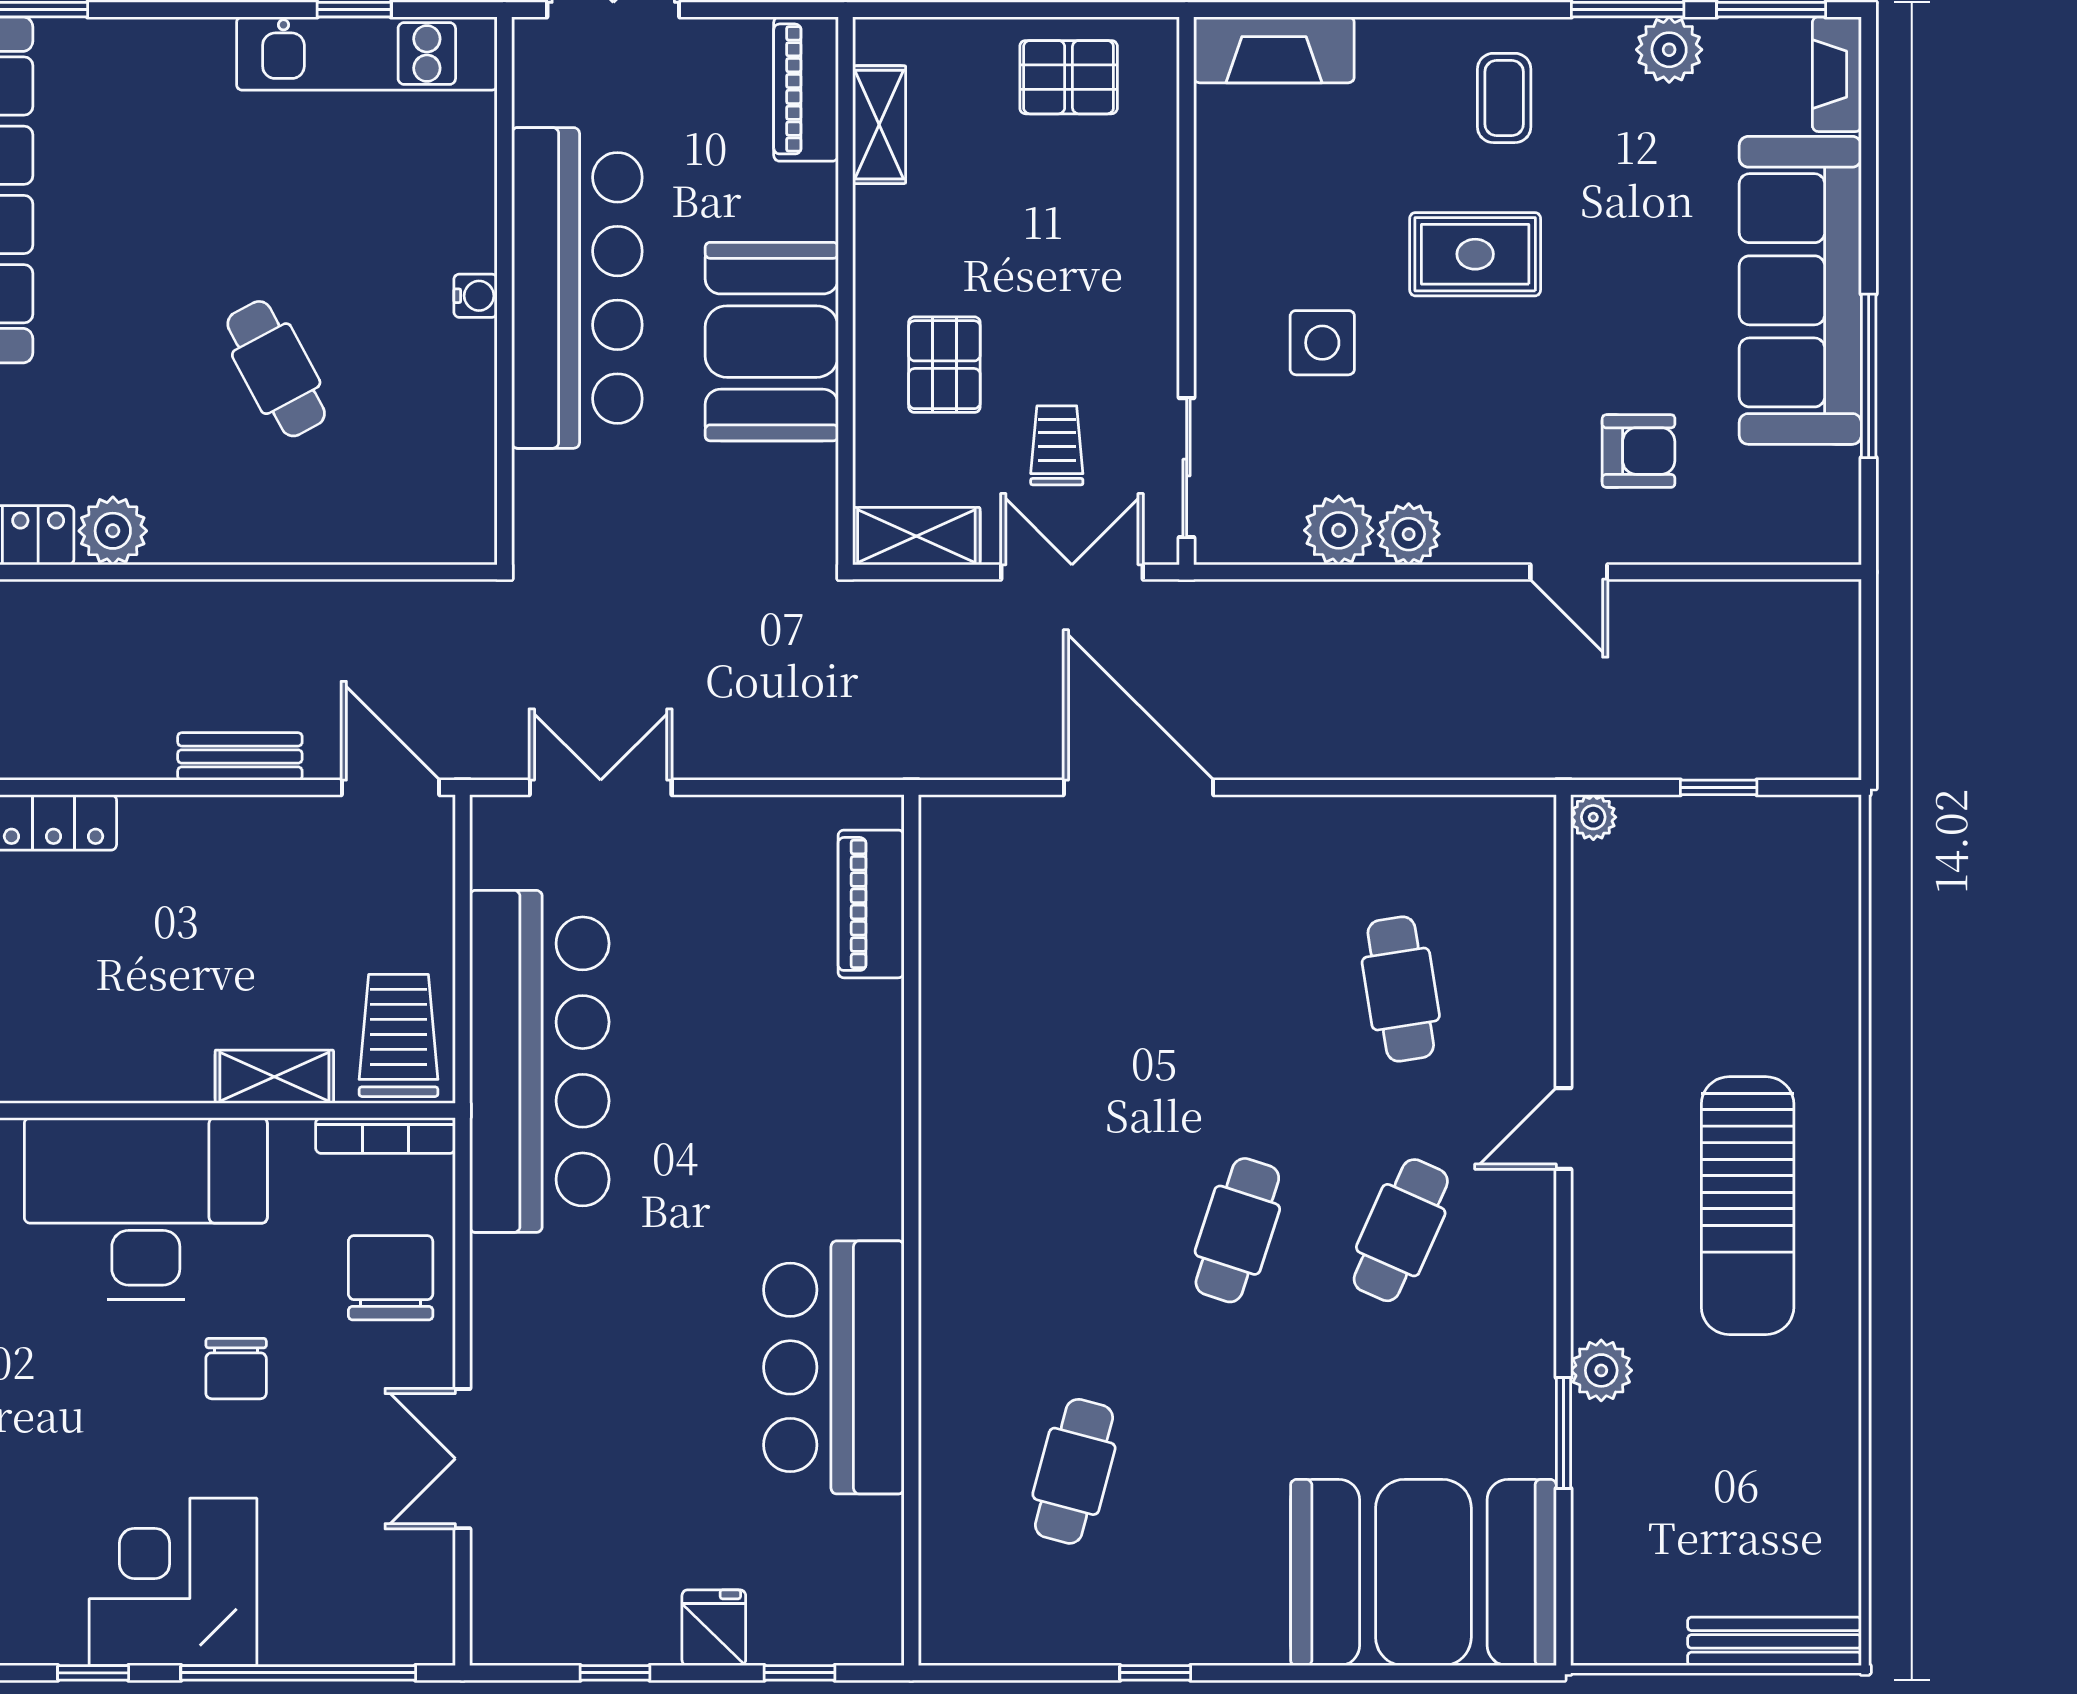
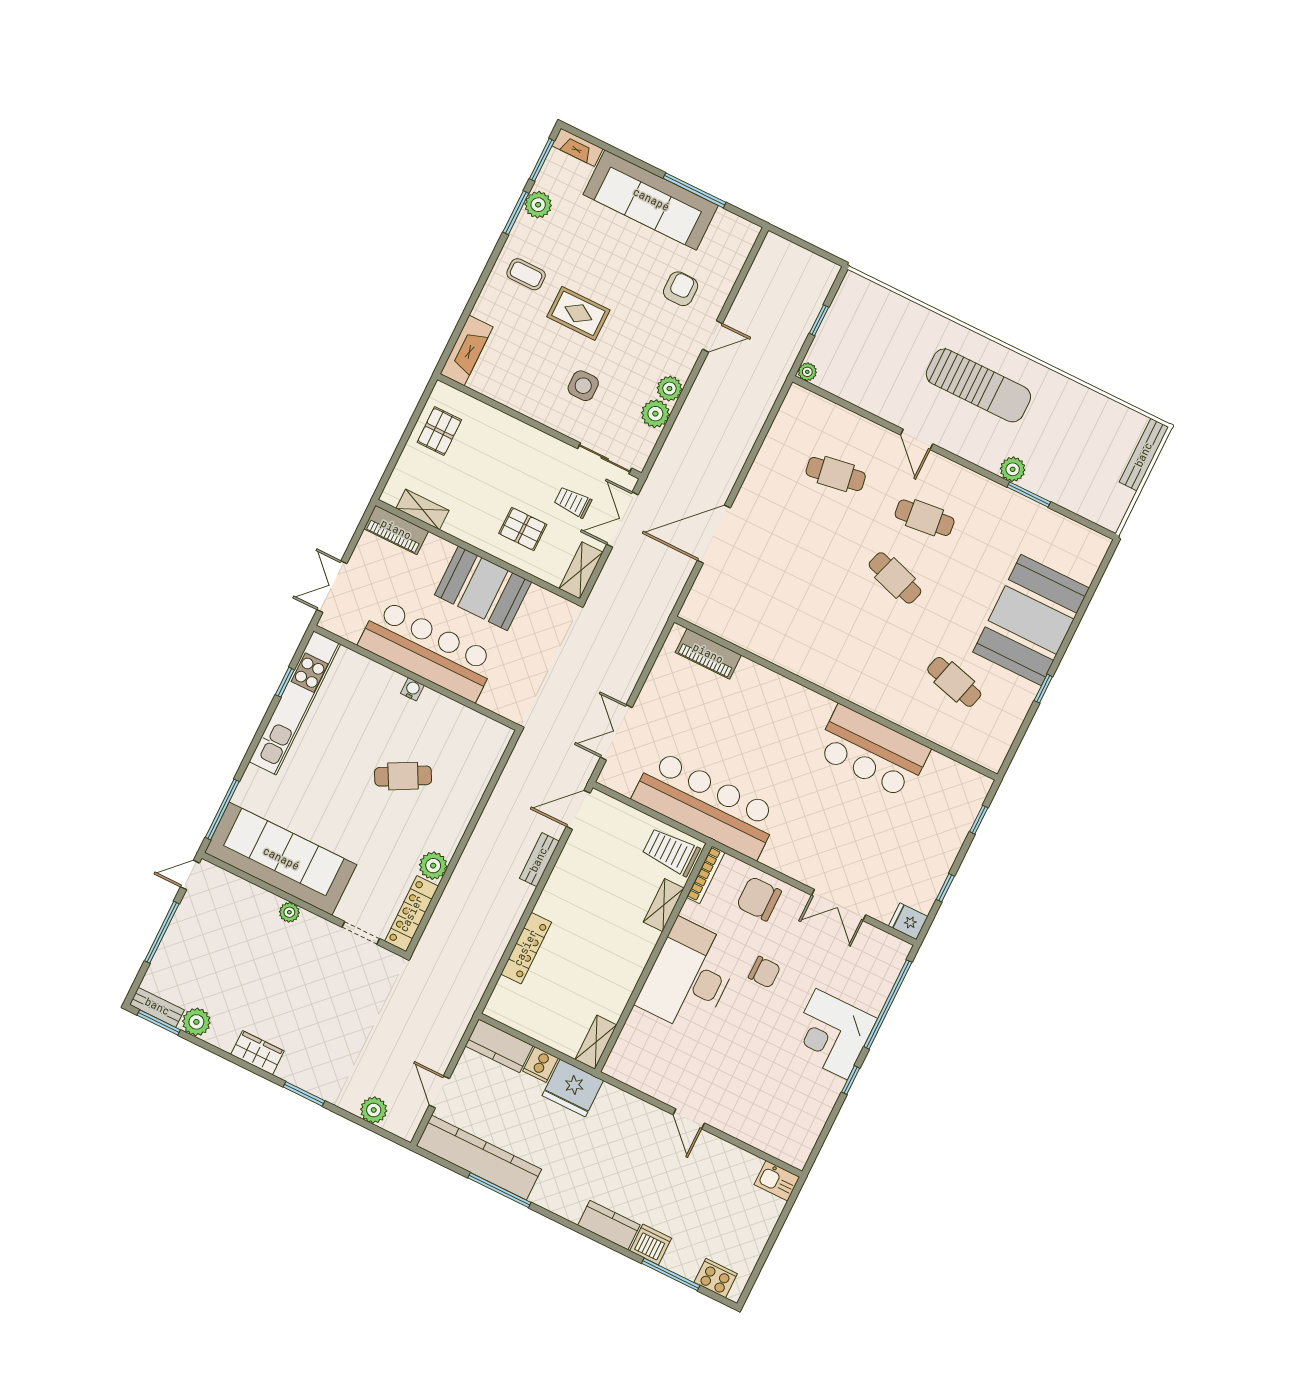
kitchen unit: (367, 53) -> (295, 703), width x1.36
rug: (1475, 254) -> (578, 313), turned 90
cafe table: (1401, 1230) -> (925, 518), turned -30
booth: (1423, 1573) -> (1031, 620), moved
fridge: (714, 1628) -> (908, 921), moved

